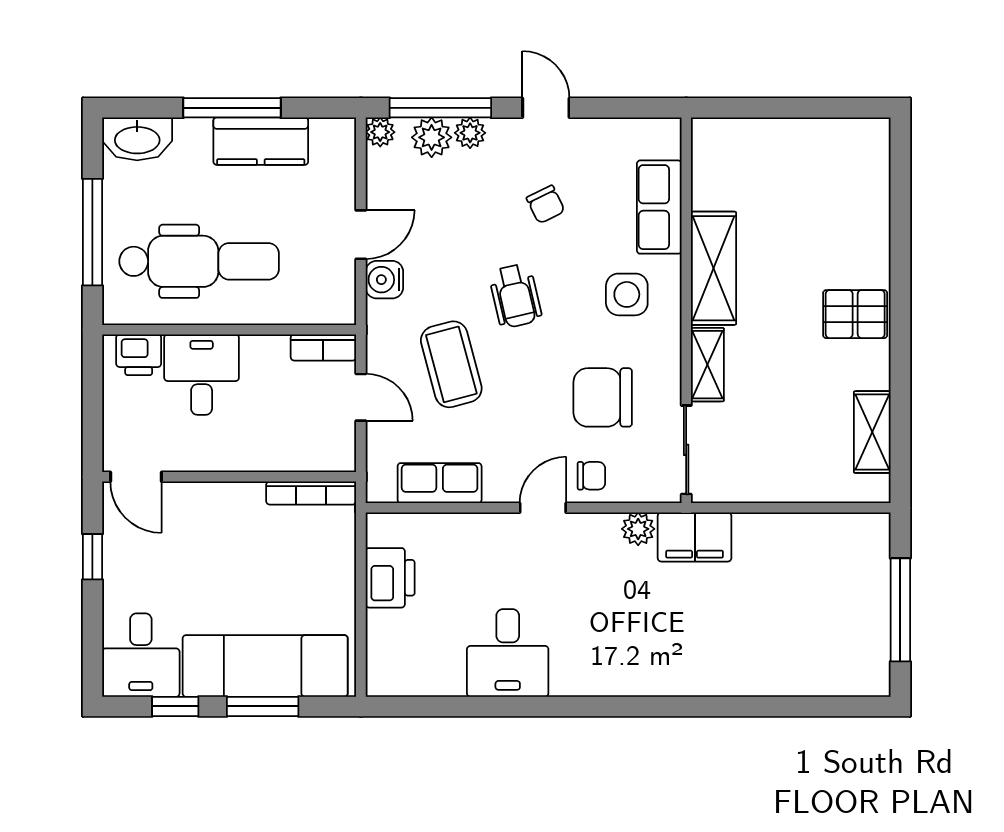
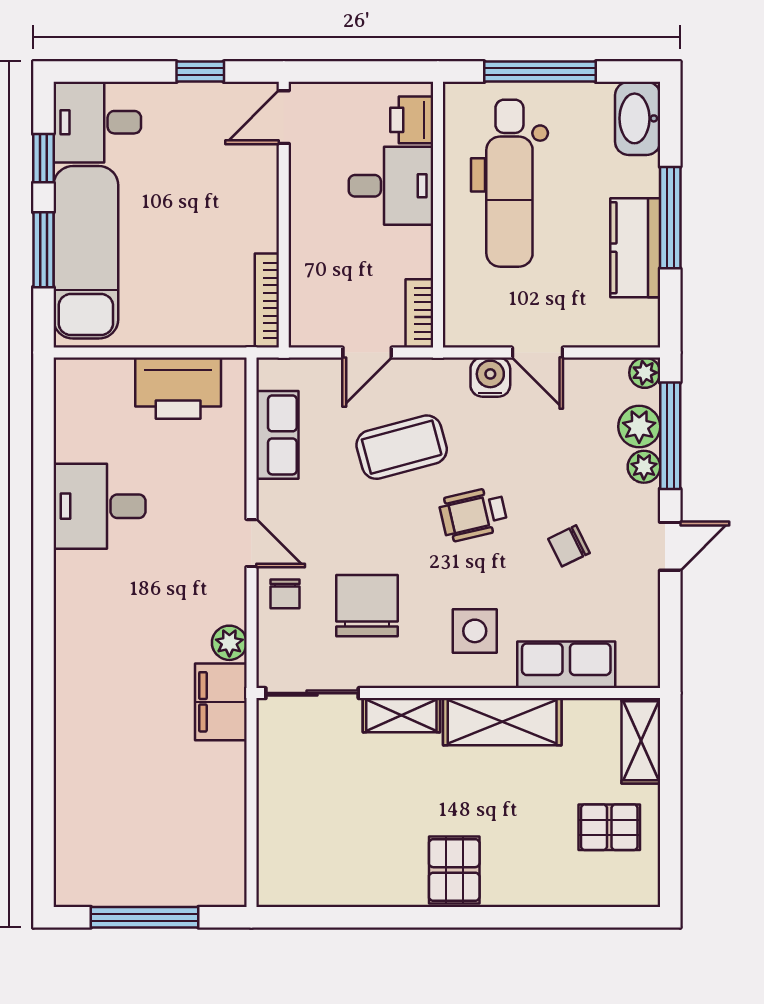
pallet: (814, 166) -> (609, 827), added
shelving: (872, 432) -> (641, 741), moved, turned 90
printer: (390, 578) -> (178, 388), width x1.37, depth x1.19

